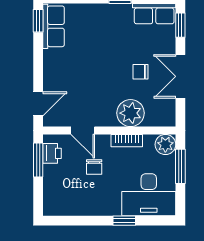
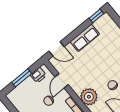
row of seats: (54, 26) -> (85, 38), moved
window: (38, 160) -> (22, 78), moved

